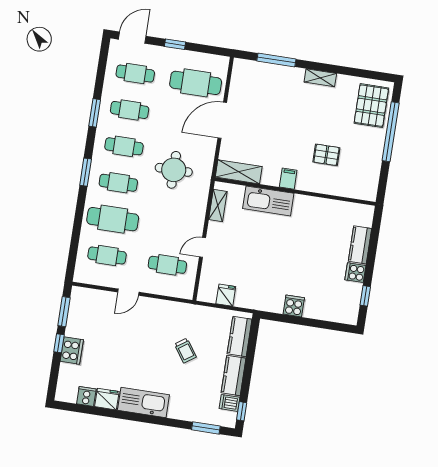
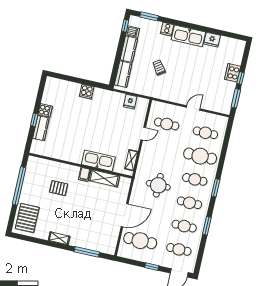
window: (391, 132) -> (19, 186), moved
shelving: (239, 172) -> (104, 178), moved
window: (365, 296) -> (34, 120), moved
cooker: (86, 396) -> (167, 29), moved

